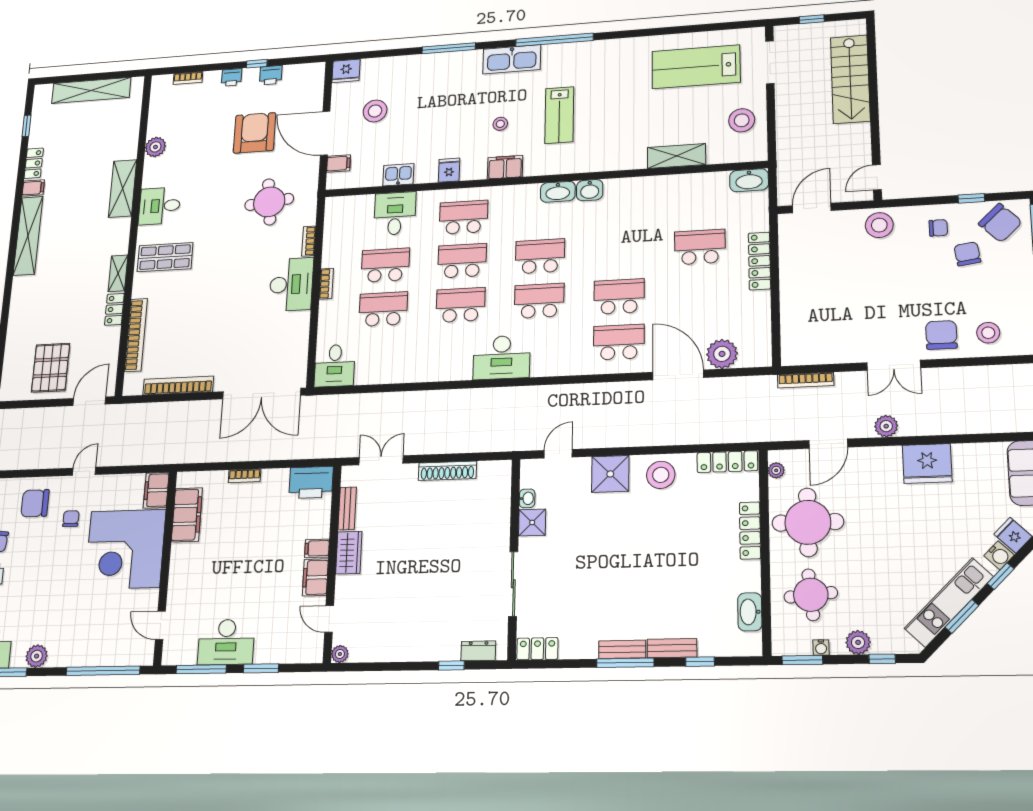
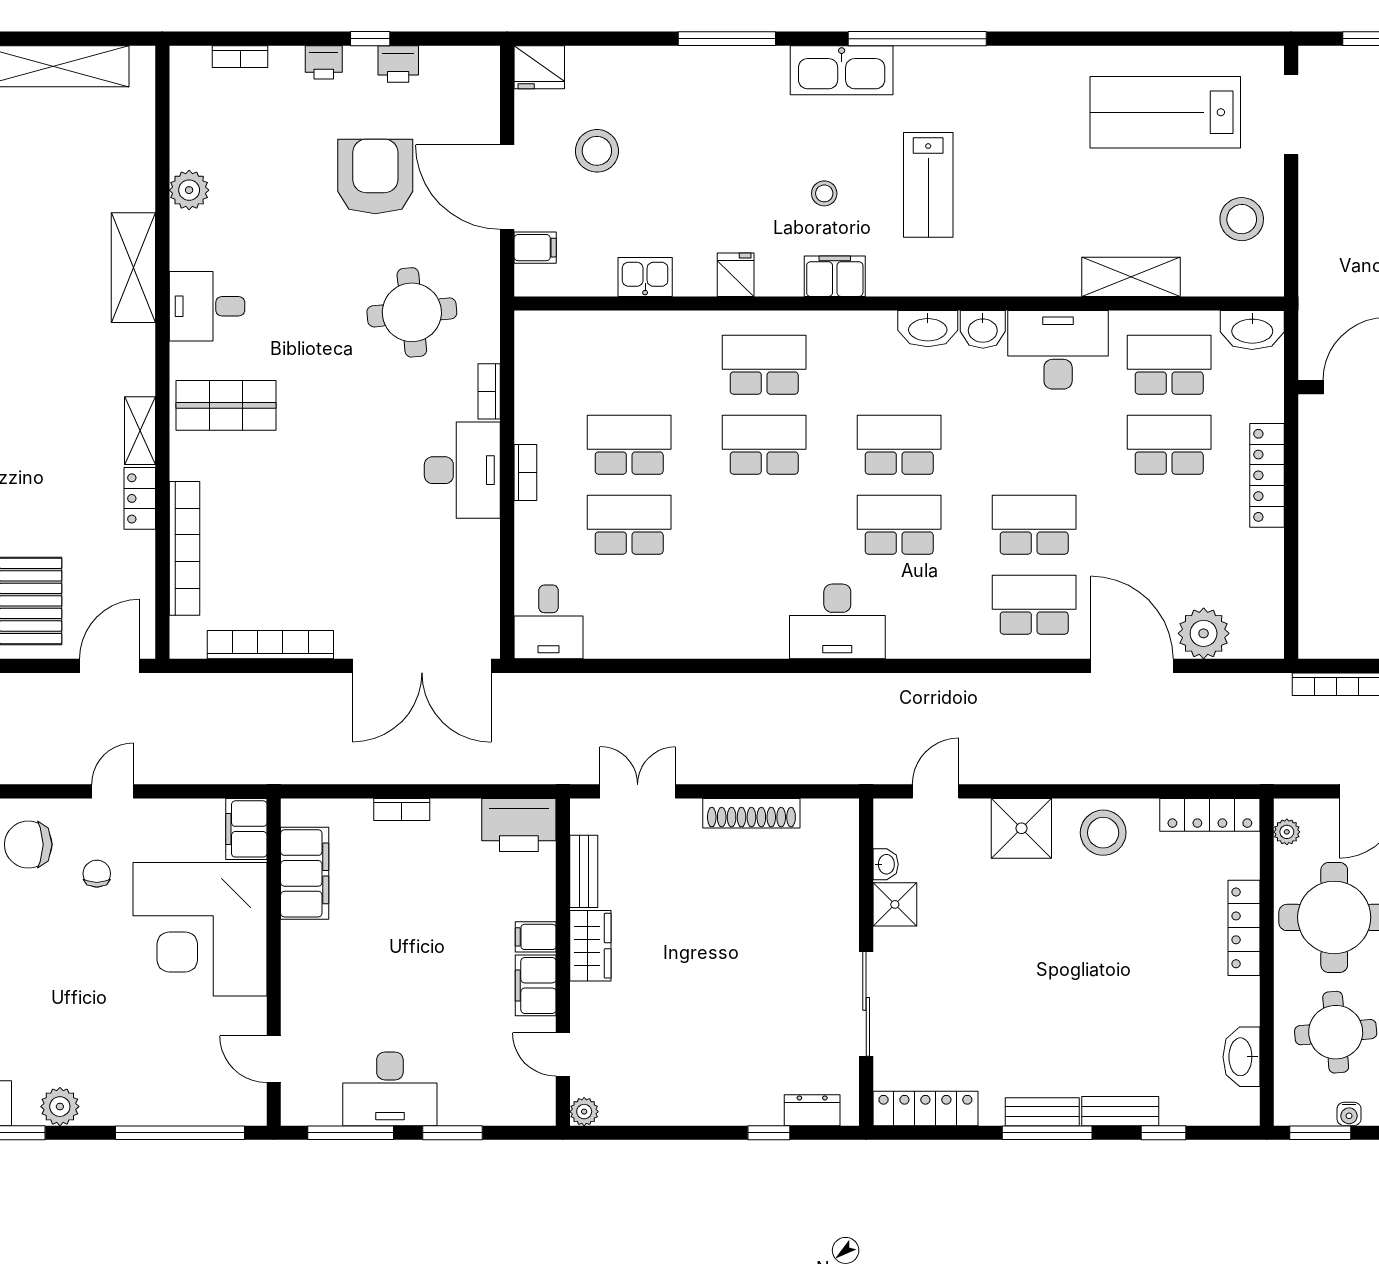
desk: (395, 214) -> (1058, 350), moved, width x1.37
school desk: (461, 305) -> (1169, 365), moved
locker: (537, 649) -> (925, 1108), width x1.53

